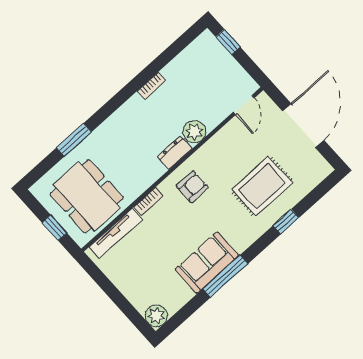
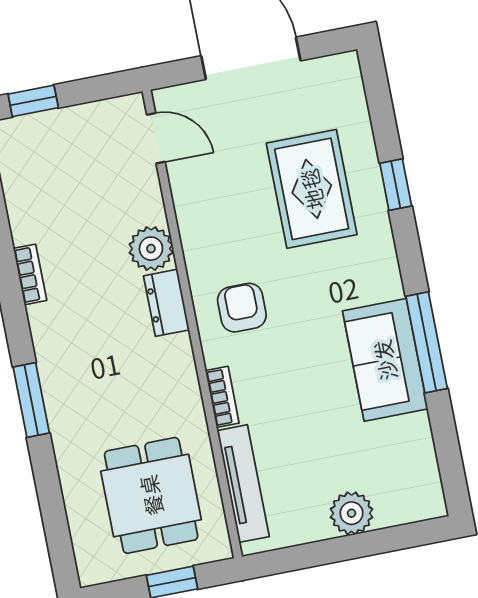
window: (74, 140) -> (31, 400), moved
dining table: (87, 196) -> (151, 495), width x0.73
plant: (156, 316) -> (352, 513), moved

